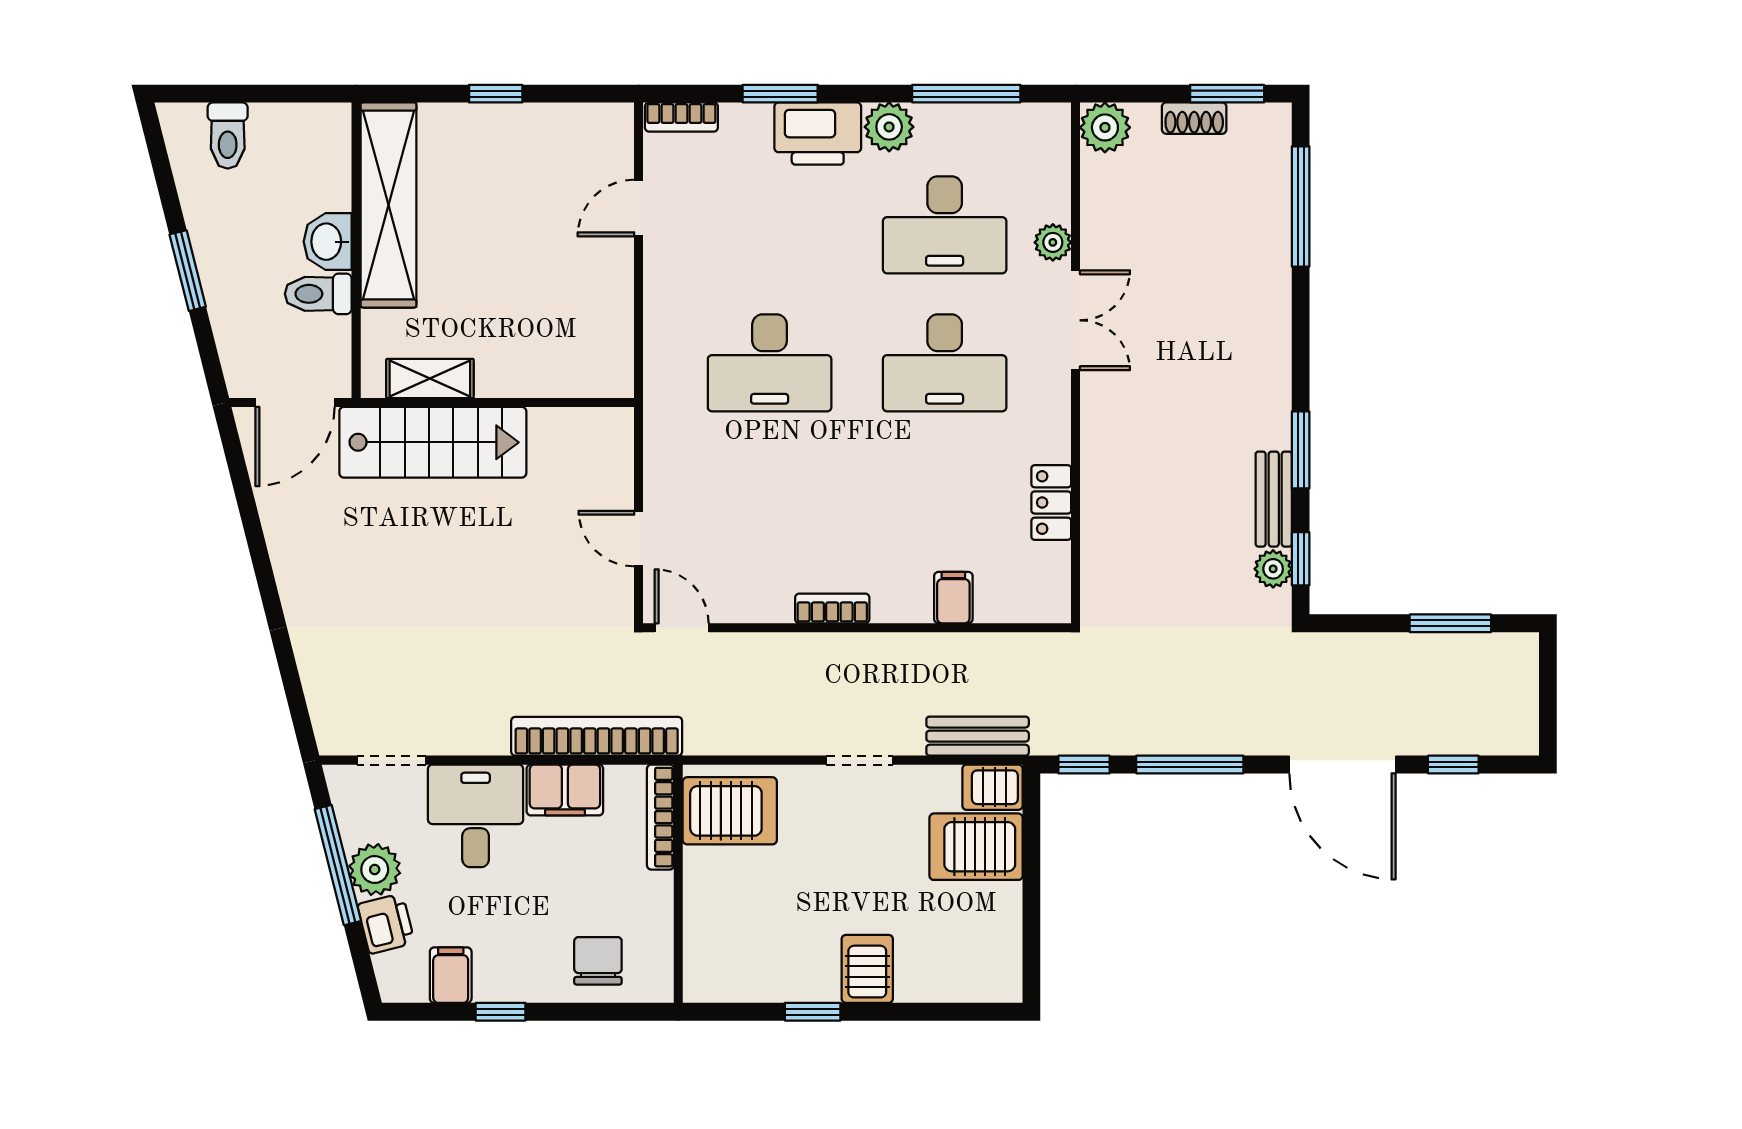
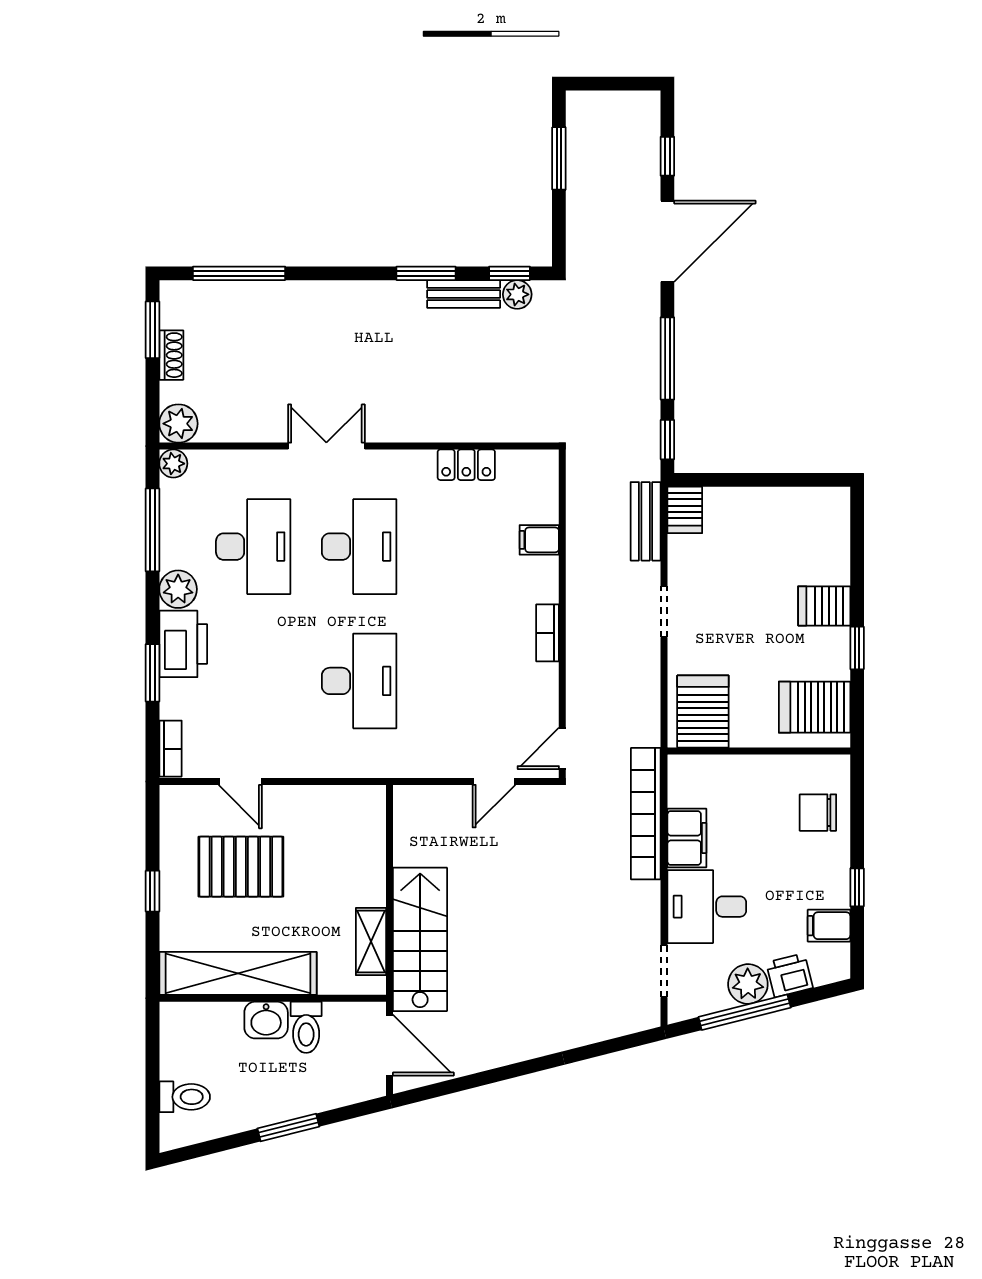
pallet: (528, 209) -> (241, 867), added
plant: (1053, 242) -> (173, 464), moved
bookcase: (660, 817) -> (708, 765), removed
server rack: (976, 847) -> (815, 707), moved, turned 90

